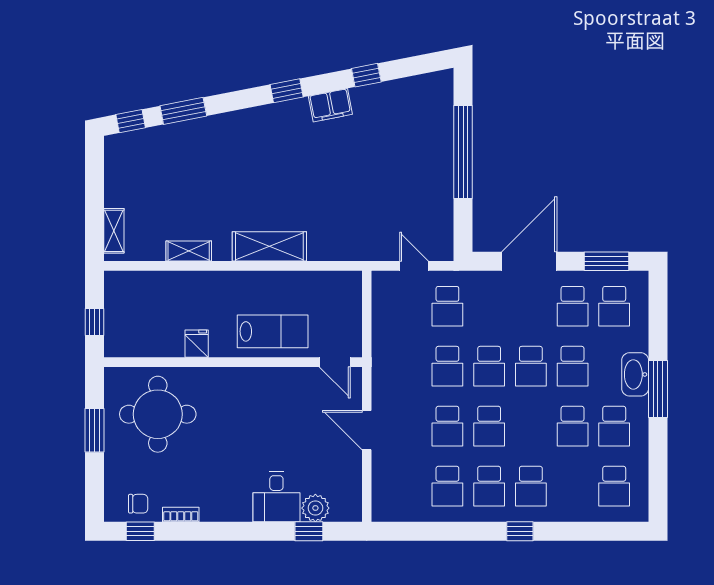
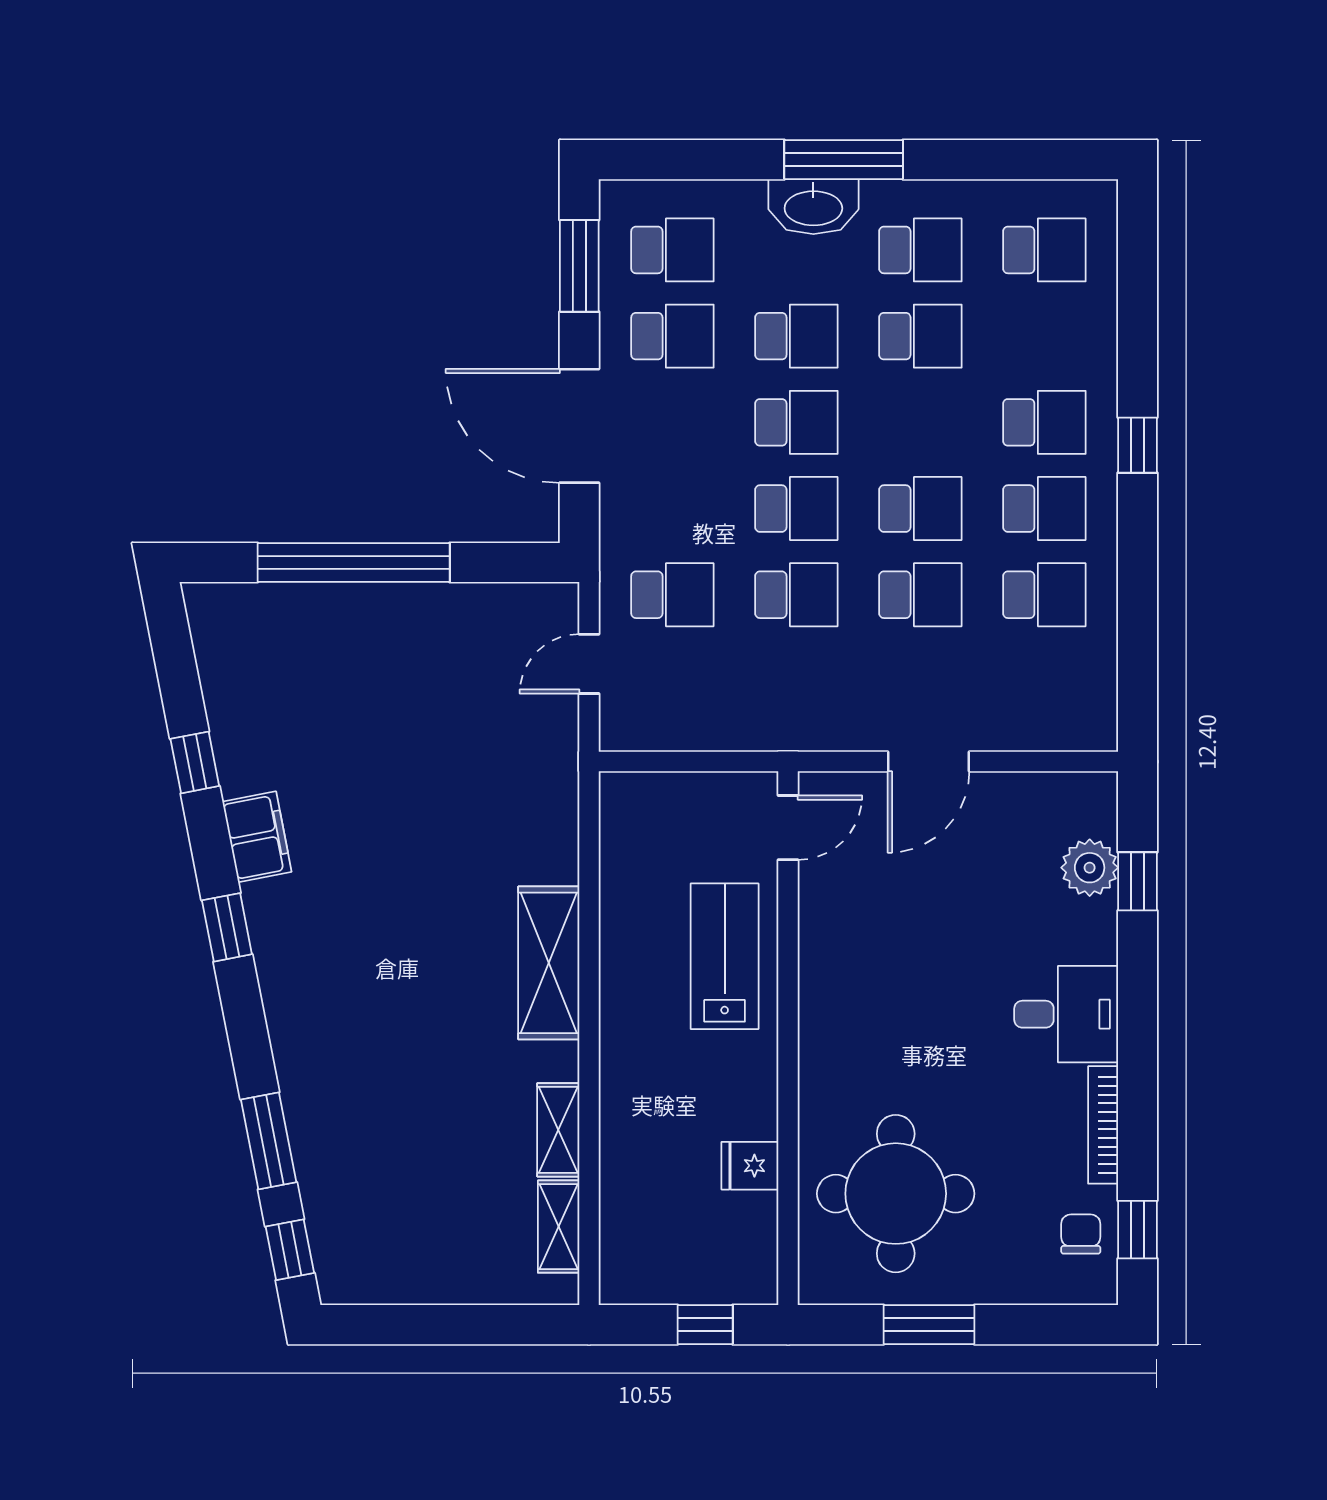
shelving: (114, 231) -> (559, 1227), moved, turned 90
fridge: (197, 344) -> (750, 1166), moved
desk: (276, 497) -> (1066, 1014), moved
bookcase: (181, 515) -> (1103, 1125), width x1.56

